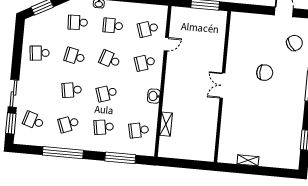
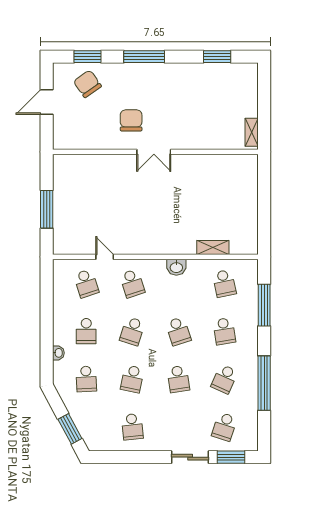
double door: (222, 86) -> (154, 152), moved
wall: (222, 87) -> (155, 152), moved
school desk: (69, 124) -> (224, 379), turned 45

